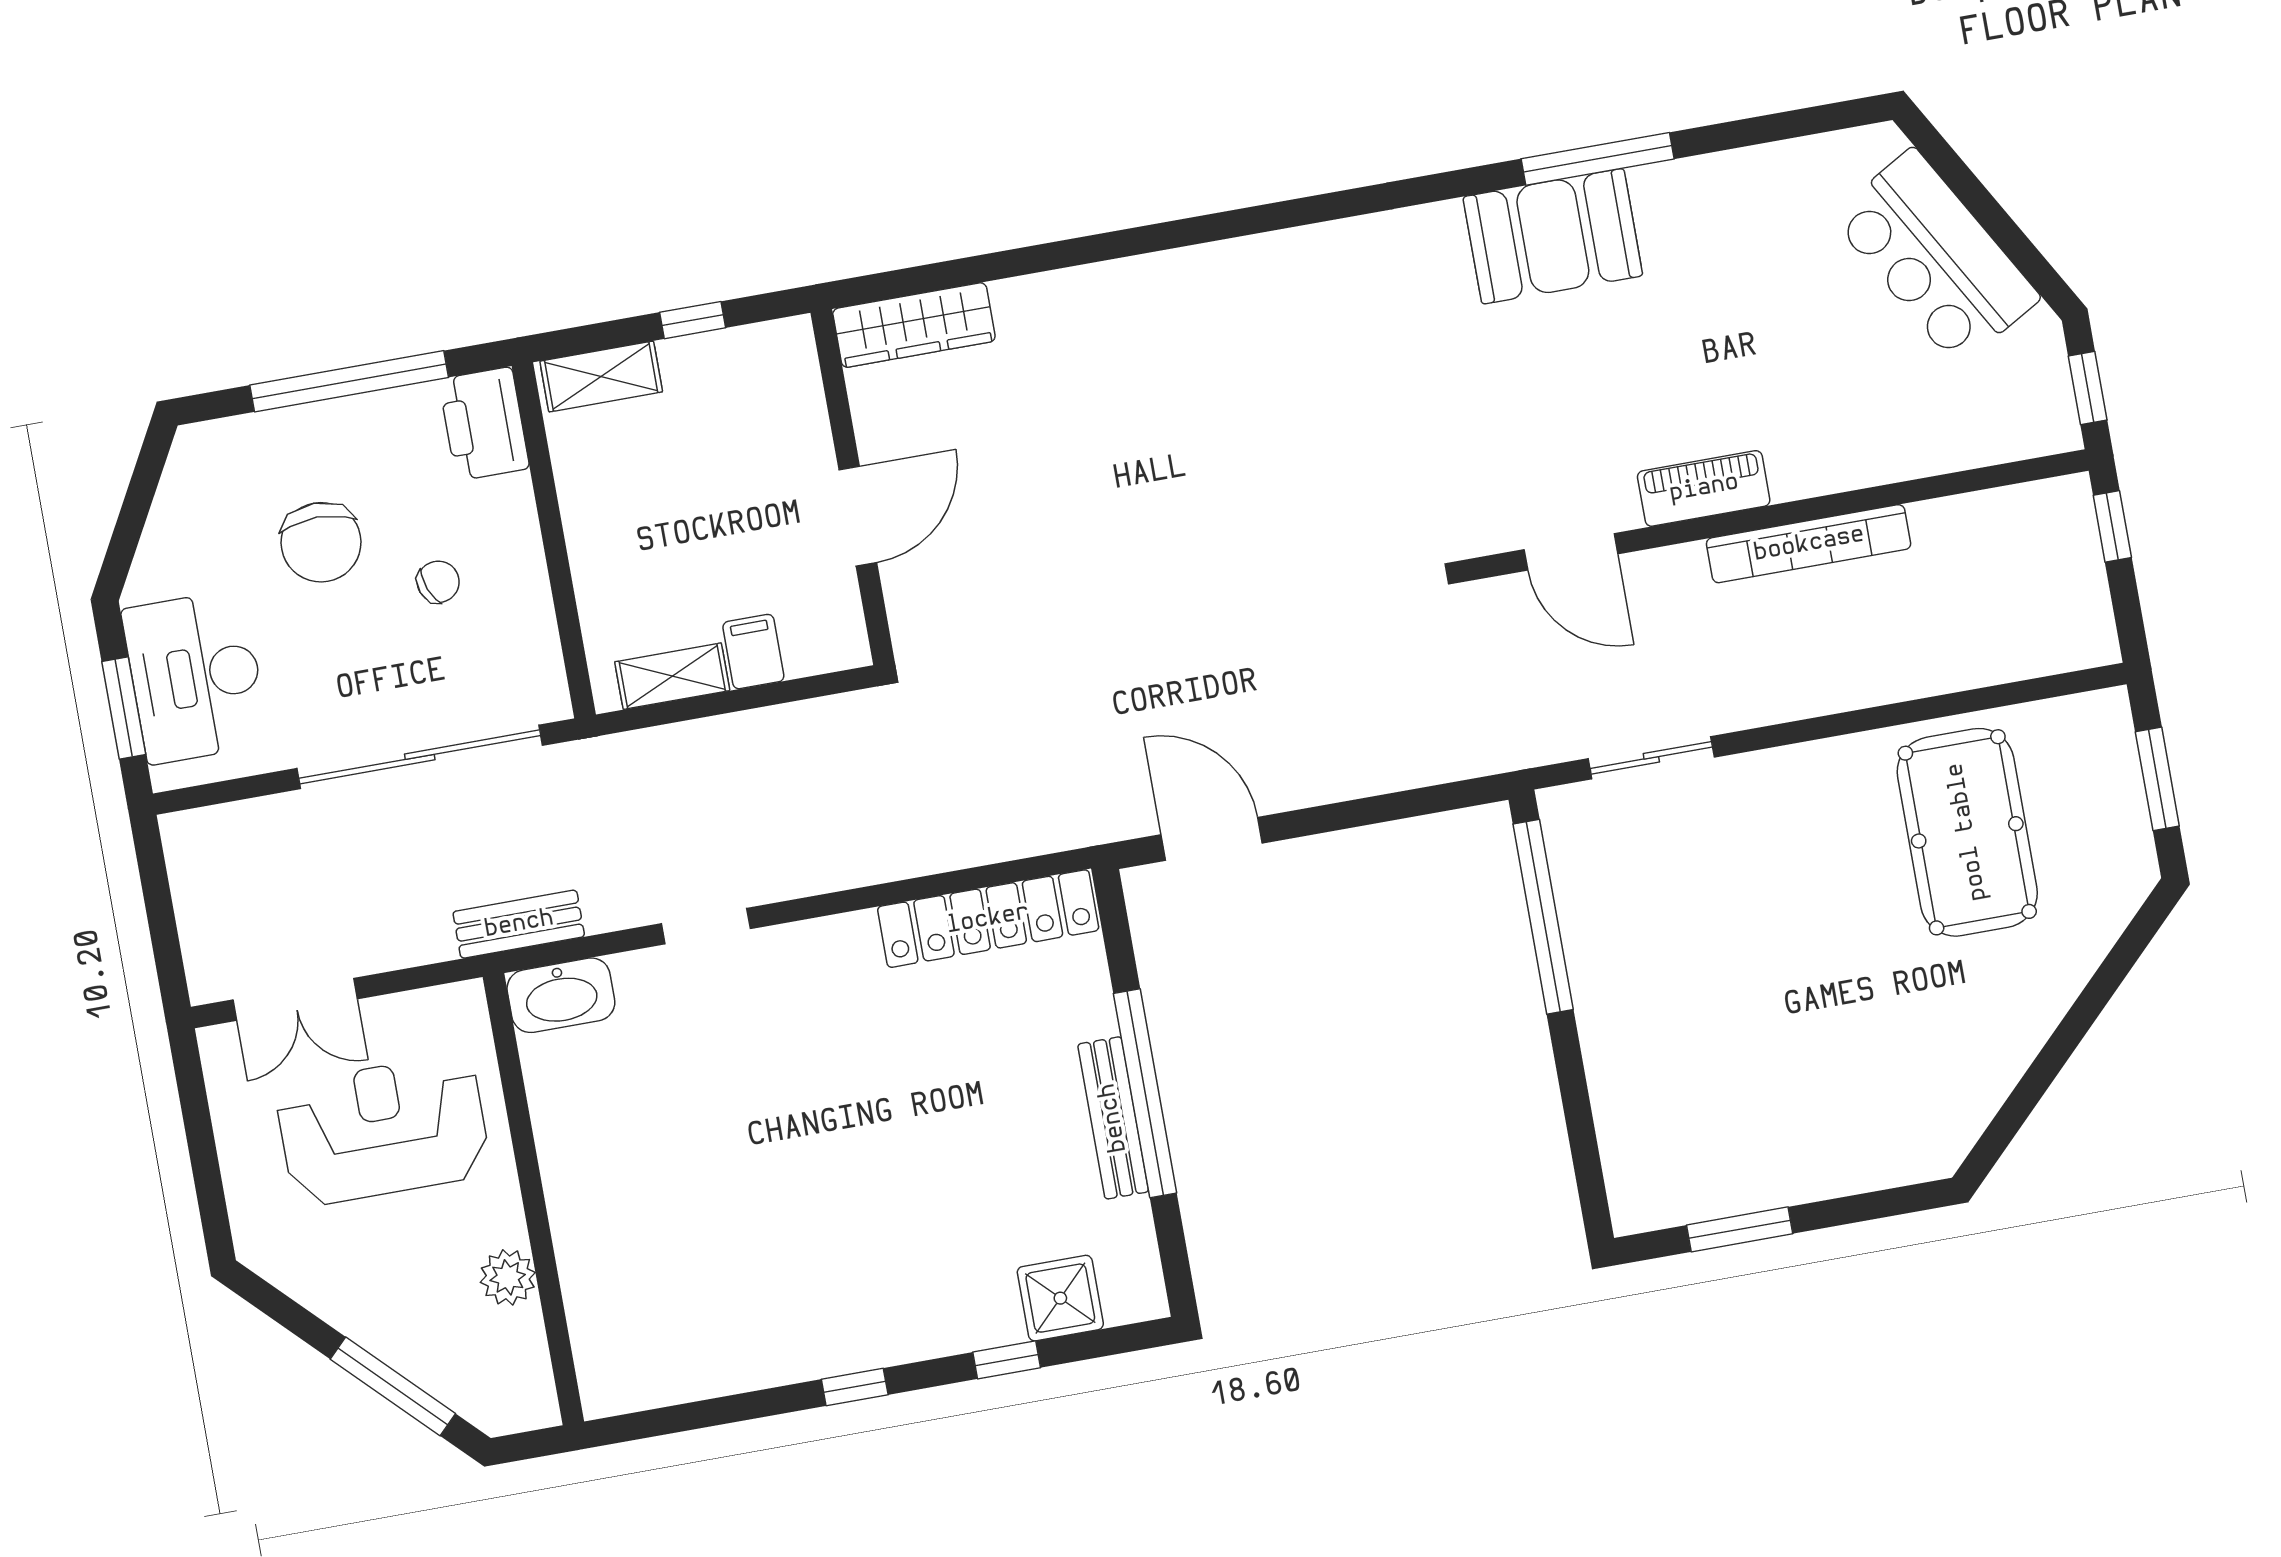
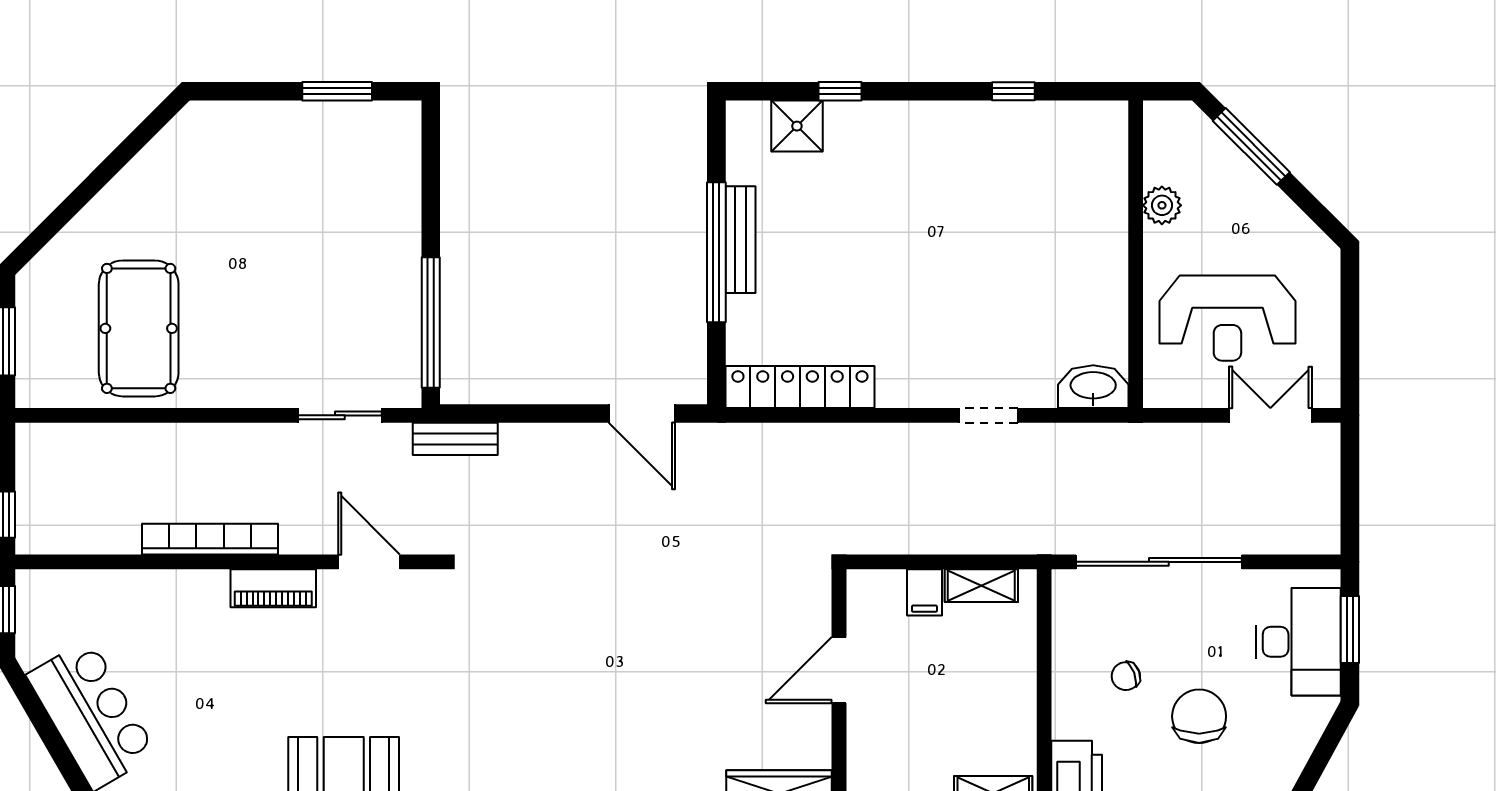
bench: (519, 924) -> (455, 439), moved
window: (855, 1387) -> (1013, 91), moved

